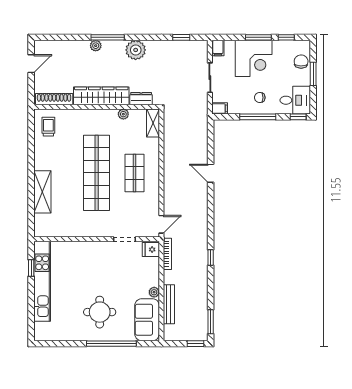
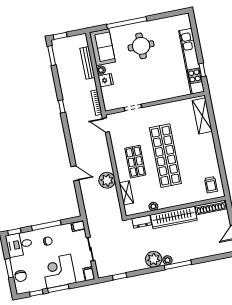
plant: (96, 46) -> (167, 260), moved
shelving: (153, 123) -> (126, 193), moved
plant: (173, 157) -> (107, 180), added
shelving: (42, 192) -> (202, 116), moved
door: (161, 224) -> (106, 125), hinge flipped
fridge: (151, 249) -> (106, 80), moved

